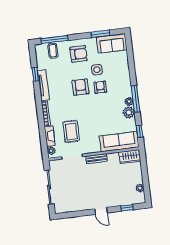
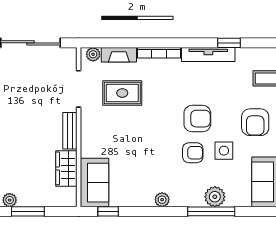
window: (136, 99) -> (211, 211), moved
plant: (129, 112) -> (215, 197), moved
sofa: (119, 142) -> (94, 183), width x0.73
wardrobe: (130, 157) -> (66, 168), moved
window: (145, 177) -> (28, 211), added

